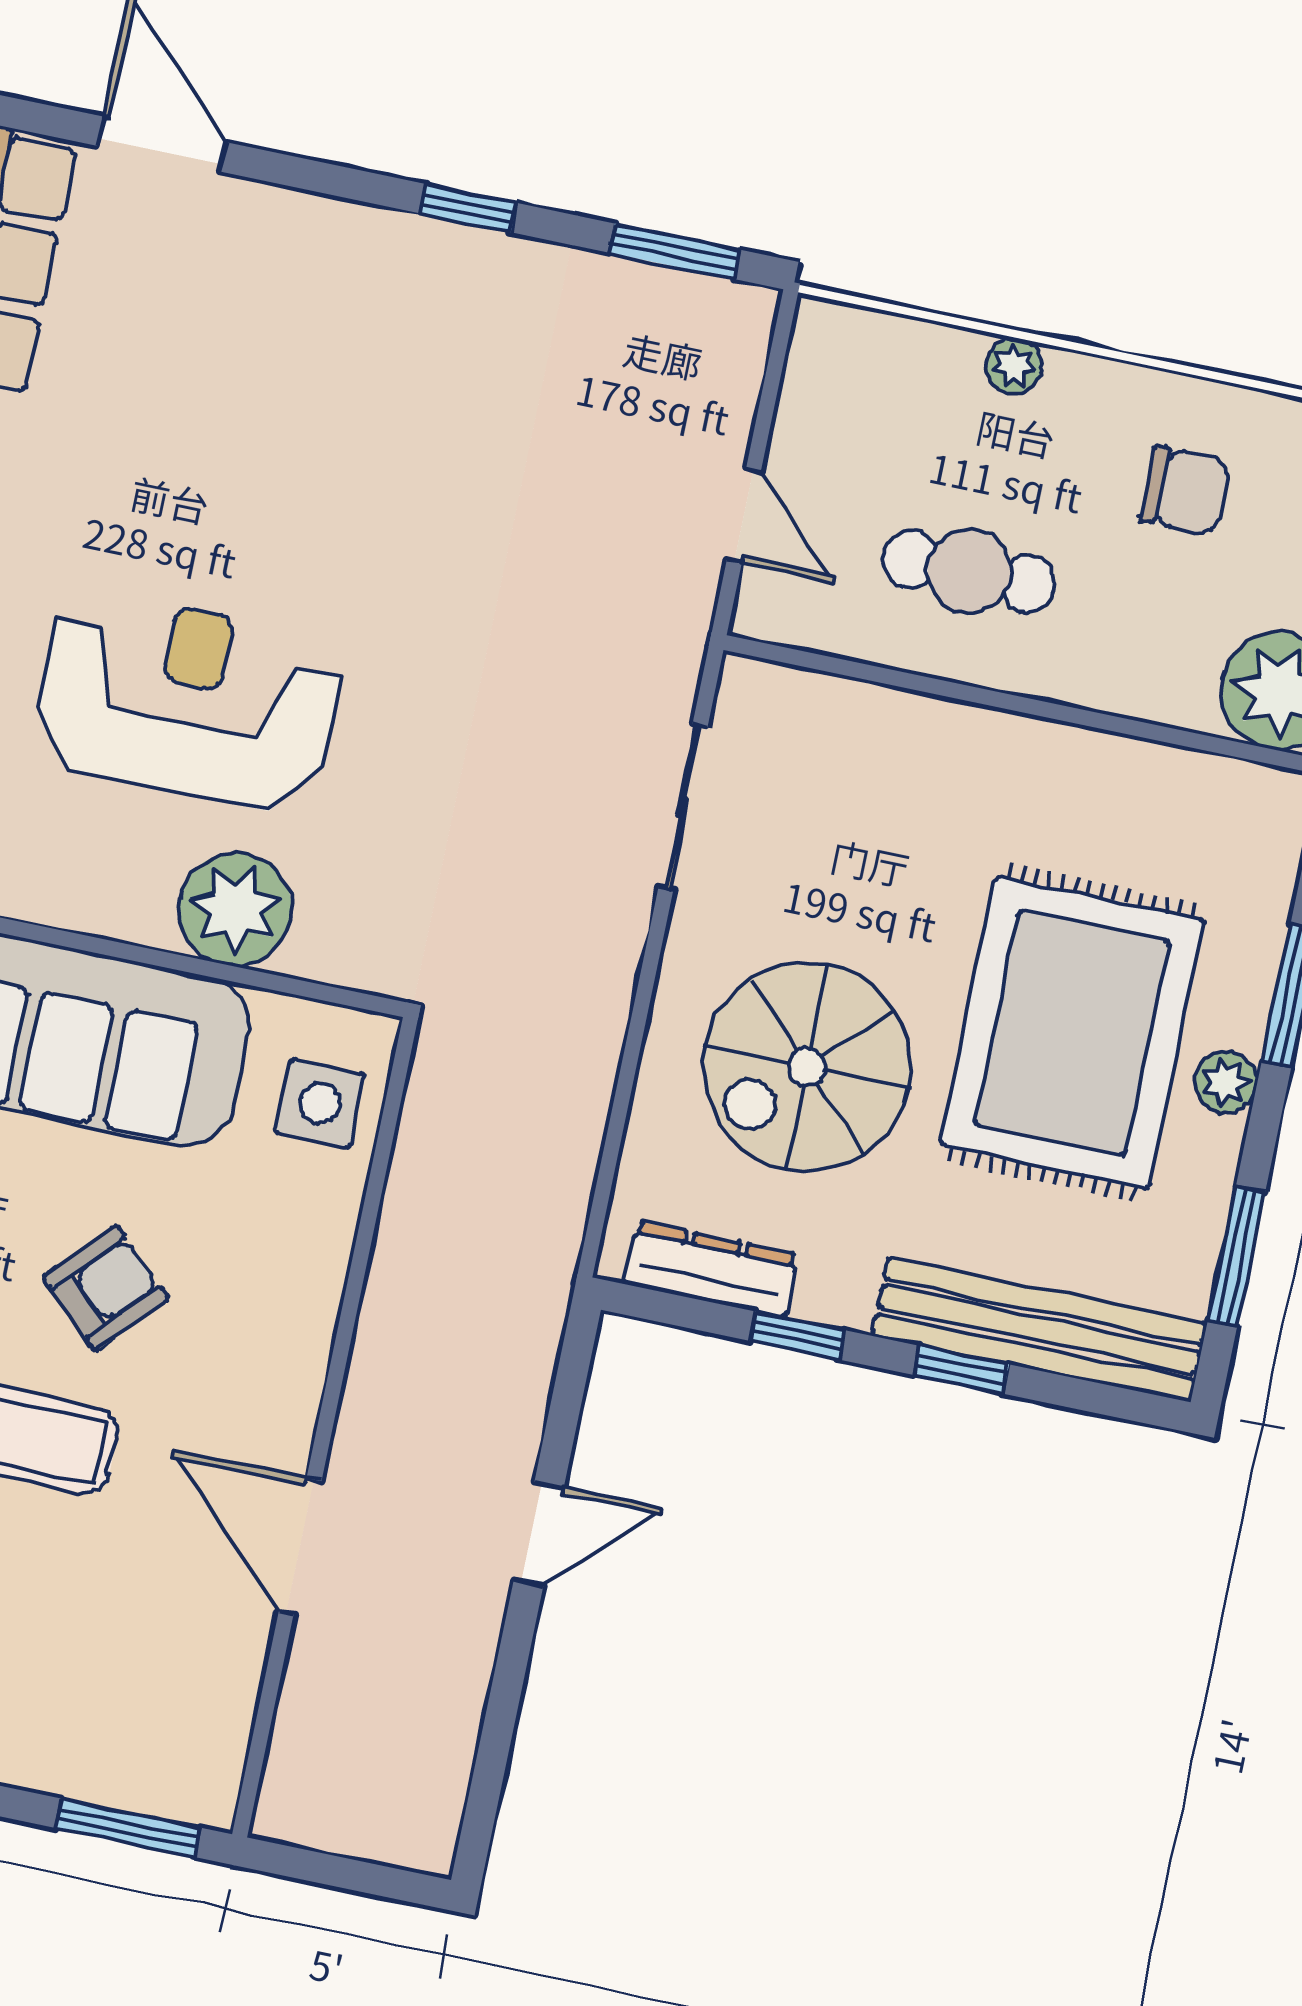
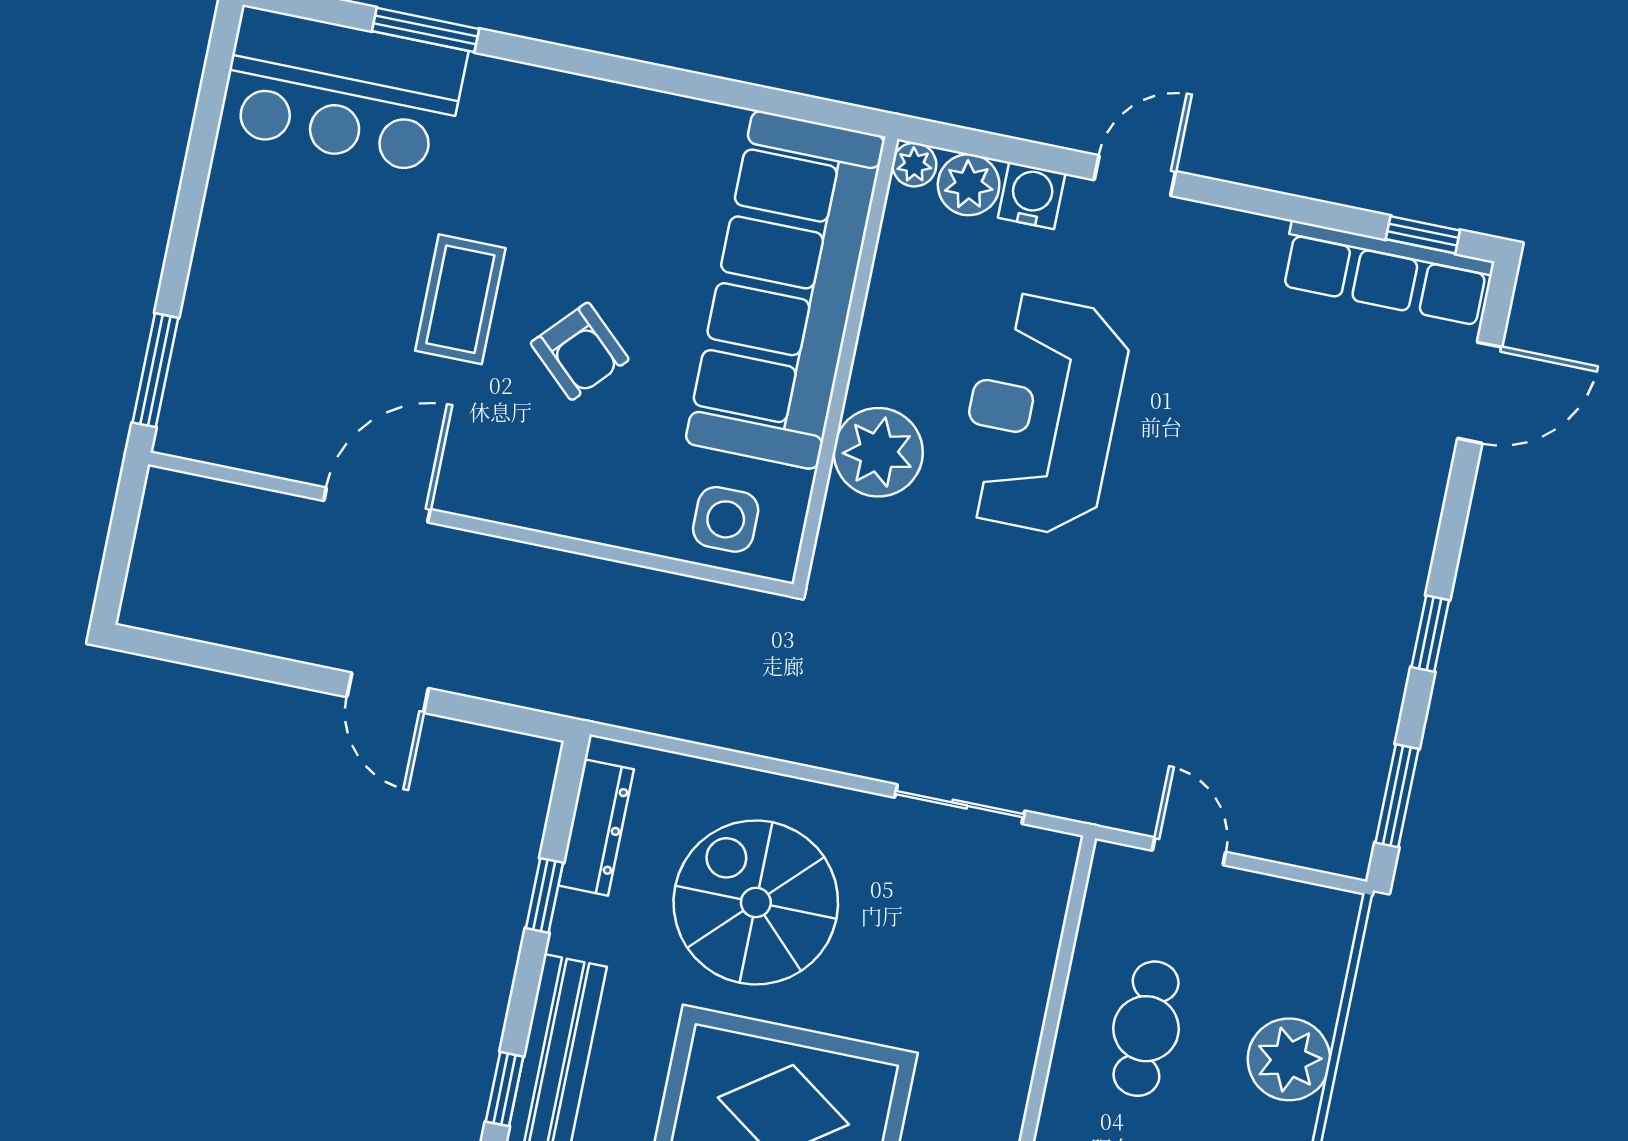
plant: (1014, 366) -> (1289, 1059), width x1.87, depth x1.87
door: (744, 516) -> (1189, 851), swing flipped
reception desk: (188, 701) -> (1042, 414), turned 180
window: (962, 1370) -> (505, 1089), moved

